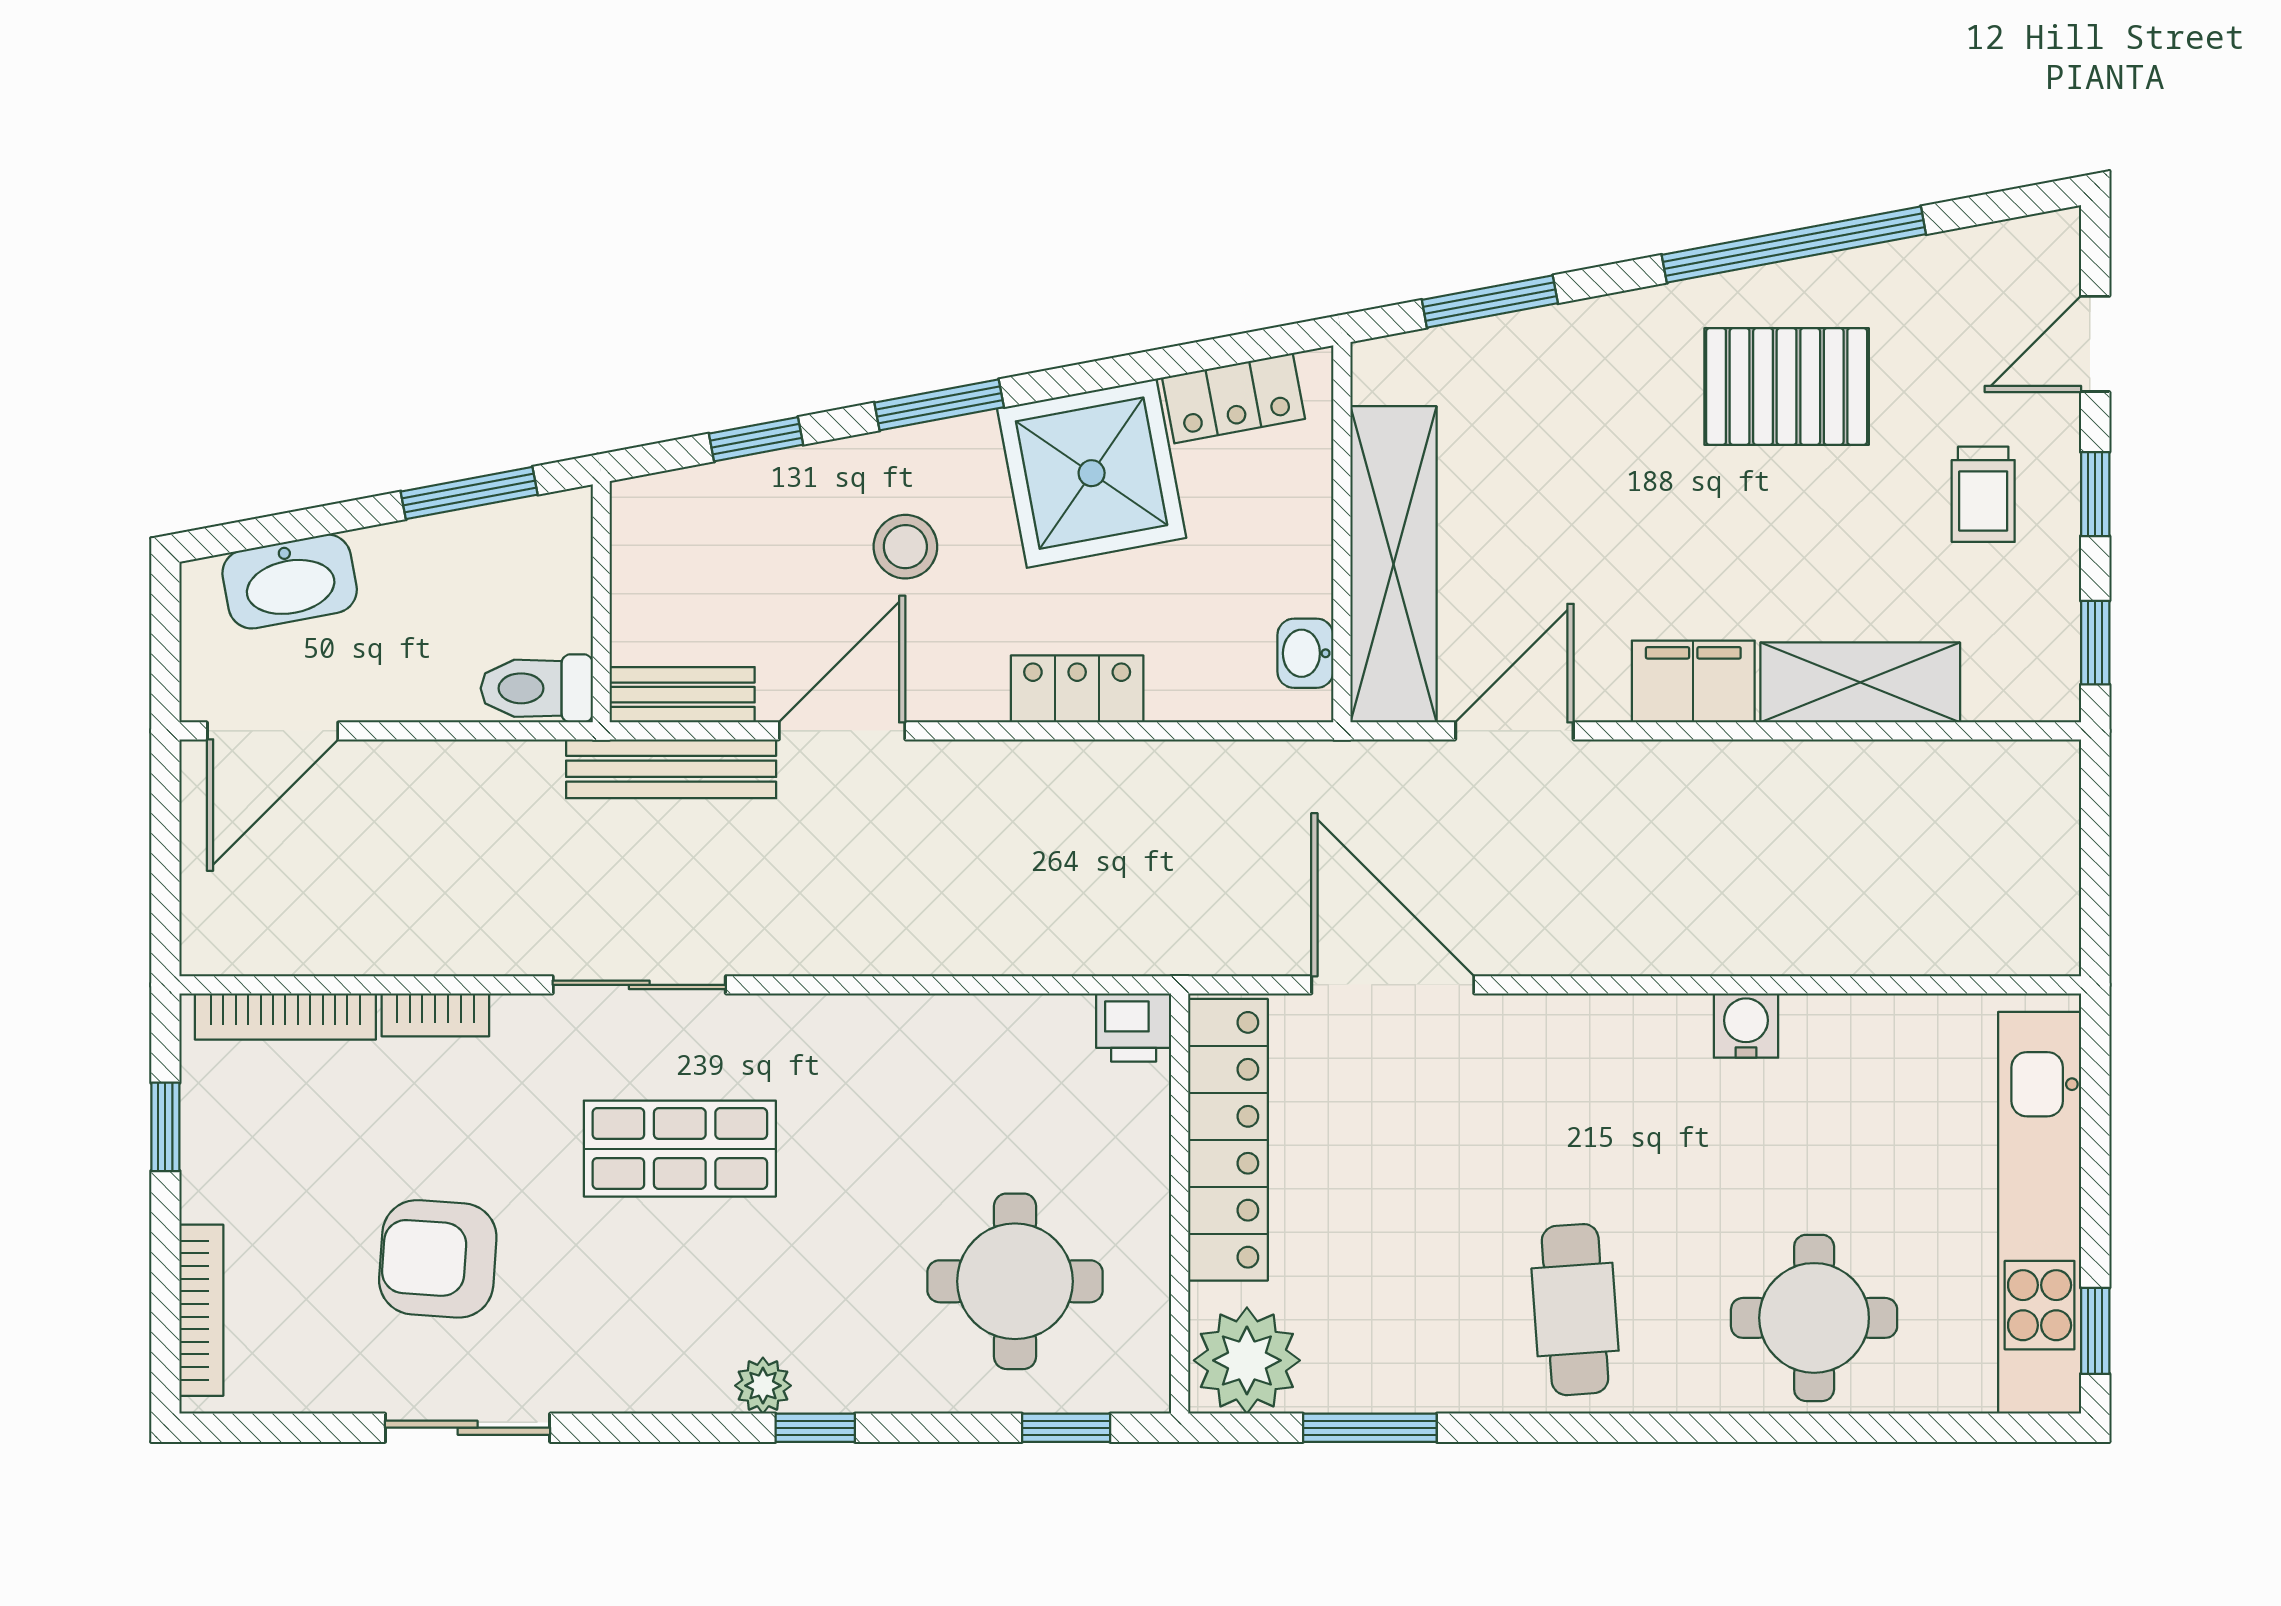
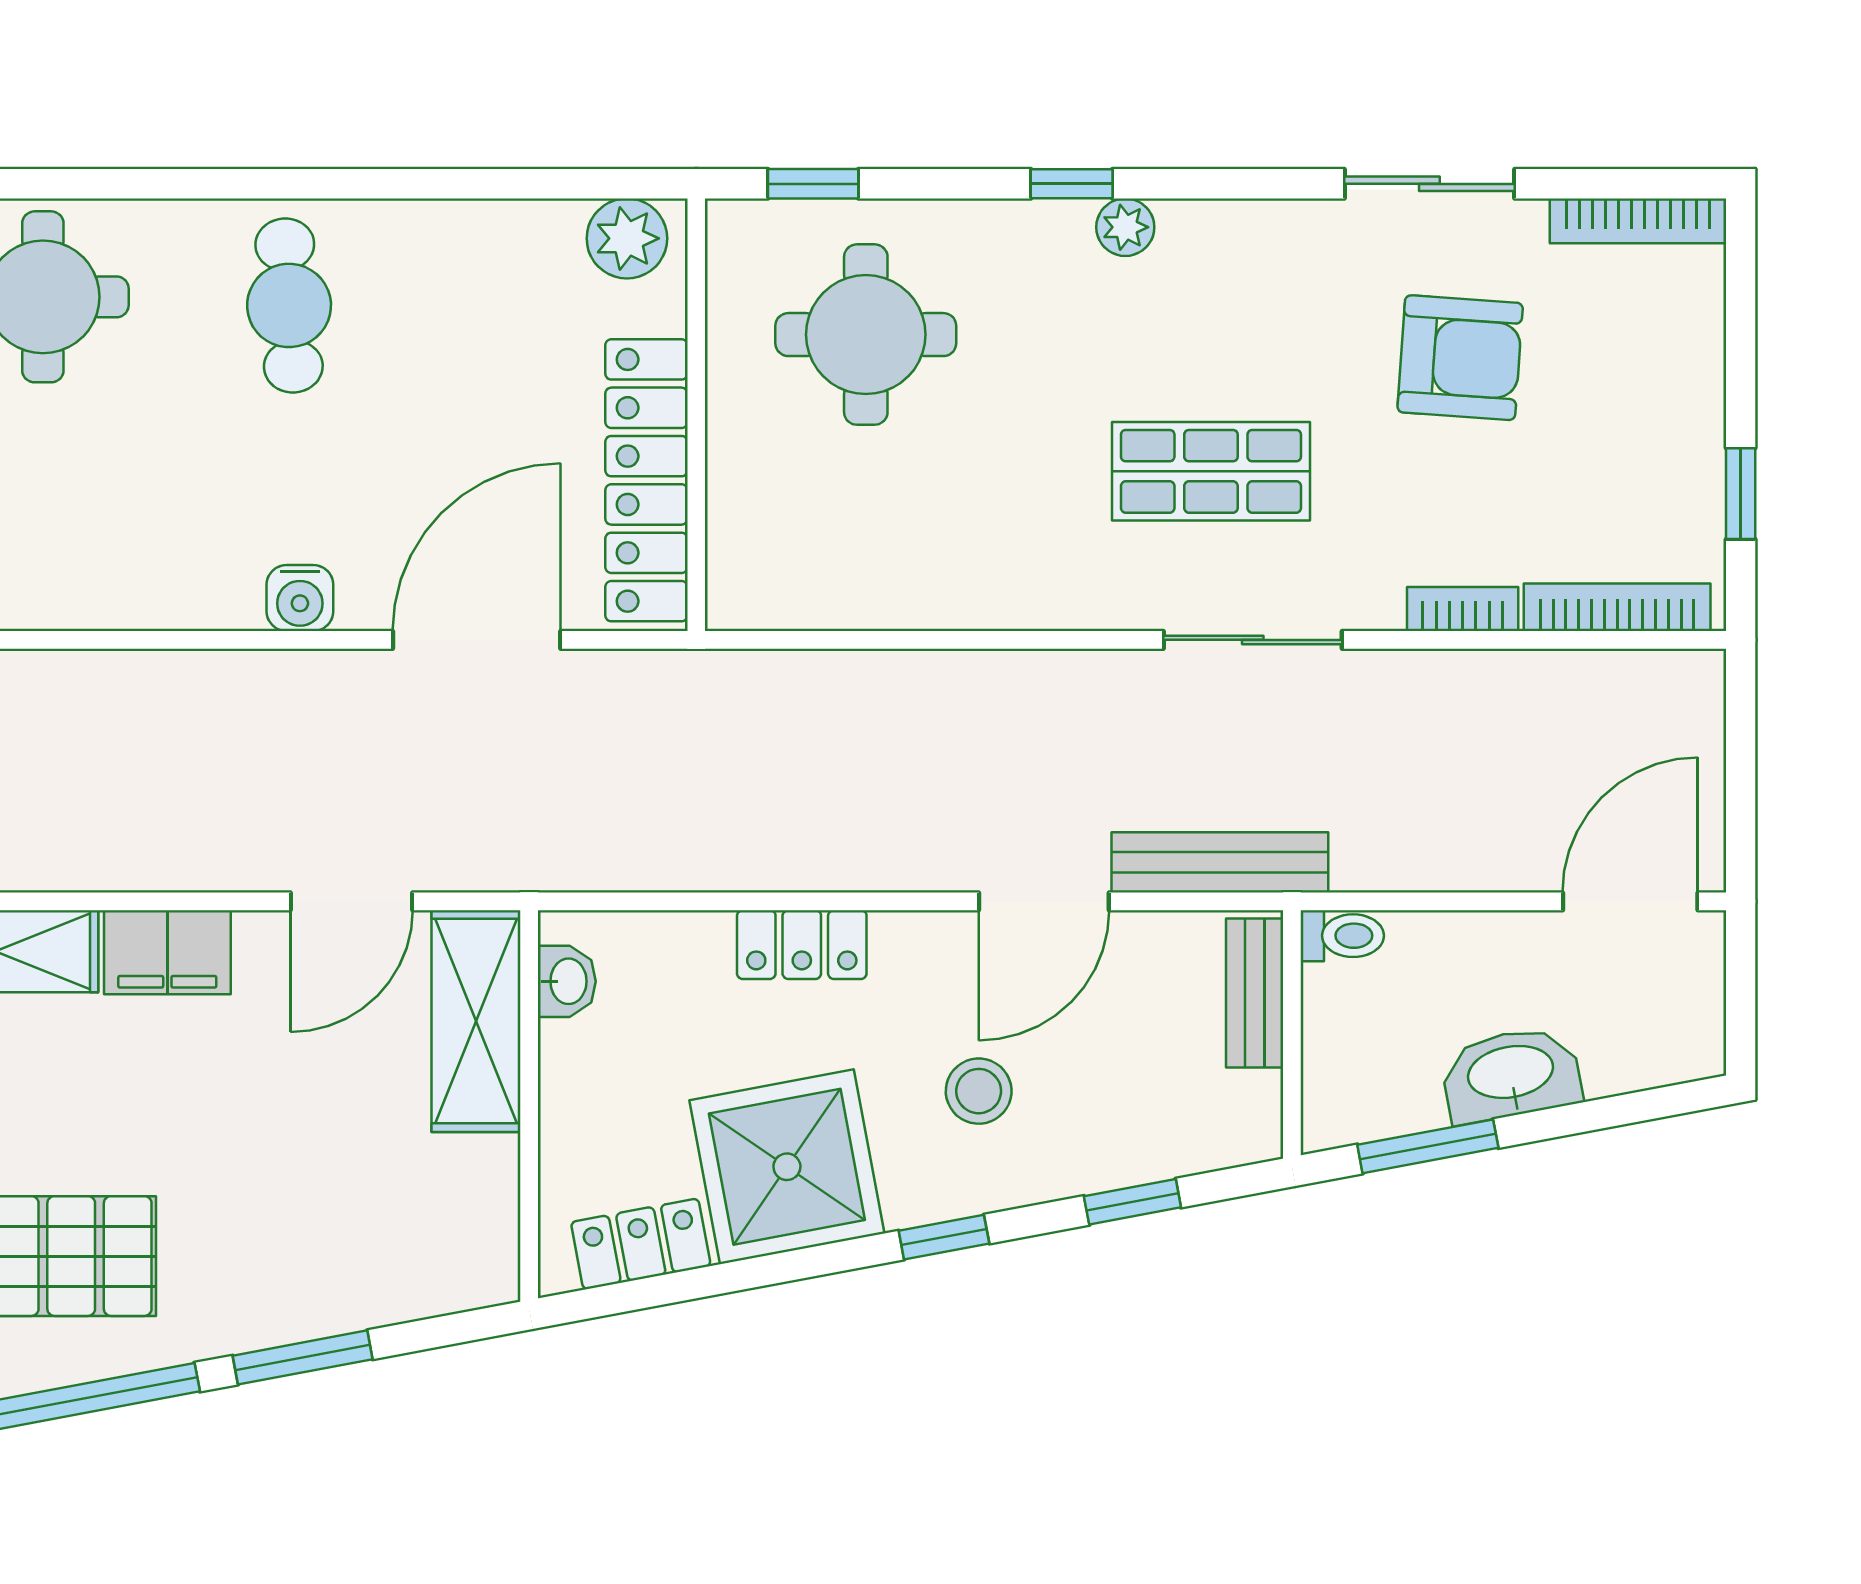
window: (1490, 302) -> (303, 1357), moved
window: (939, 405) -> (944, 1237), width x0.67
shelving: (1393, 564) -> (476, 1021), width x0.68
washbasin: (290, 581) -> (1511, 1074), moved
toilet: (537, 688) -> (1342, 936), width x0.73, depth x0.72
bench: (682, 695) -> (1255, 993), moved, turned 90
door: (1393, 985) -> (477, 640), swing flipped
water cooler: (1746, 1025) -> (300, 598), moved
printer: (1134, 1027) -> (744, 596), removed
bookcase: (201, 1310) -> (1638, 221), moved, turned -90
plant: (1247, 1360) -> (627, 238), width x0.73, depth x0.73
window: (1370, 1428) -> (500, 184), removed

